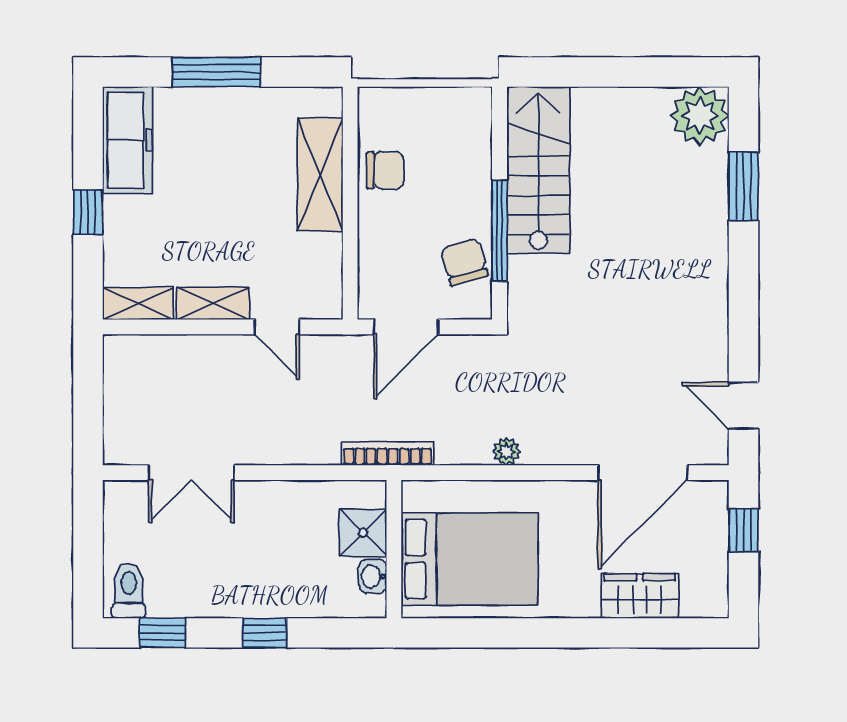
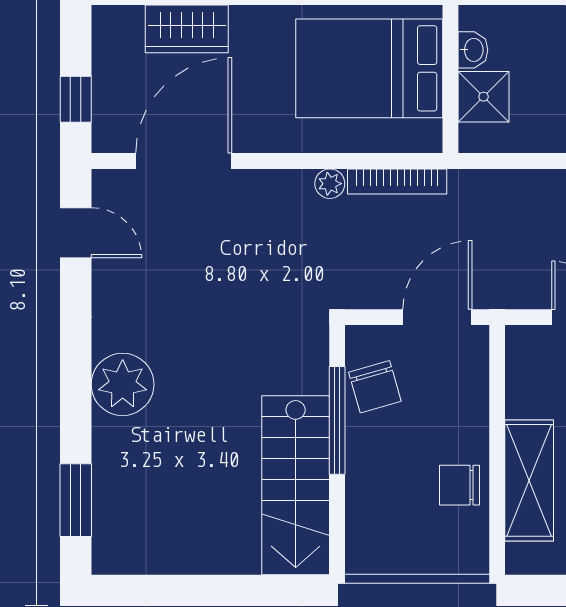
plant: (700, 116) -> (123, 384), moved
window: (744, 186) -> (76, 500), moved
bookcase: (388, 454) -> (397, 182), moved

